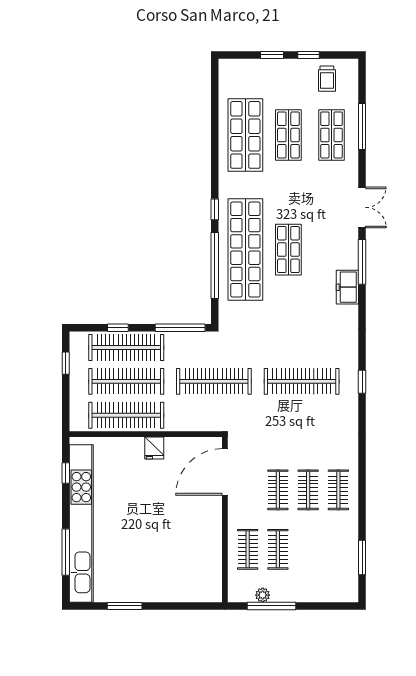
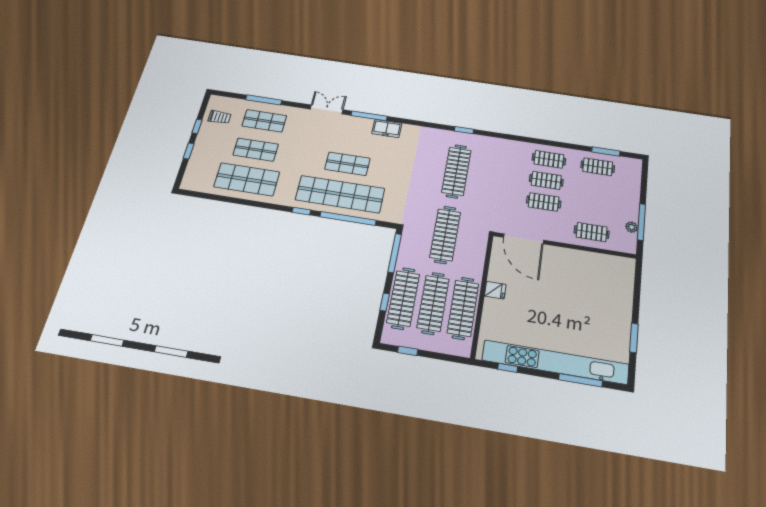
clothes rail: (278, 549) -> (598, 167), moved

